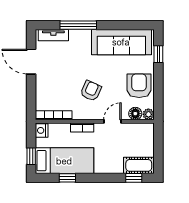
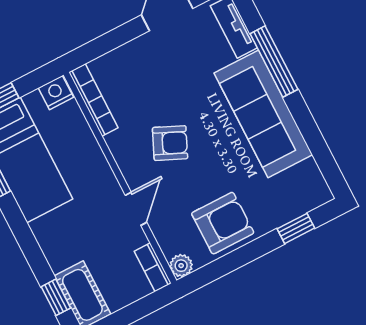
sofa: (121, 42) -> (263, 114), moved
floor lamp: (135, 114) -> (170, 242), removed
door: (112, 121) -> (136, 209), hinge flipped
bookcase: (82, 127) -> (153, 267), moved

